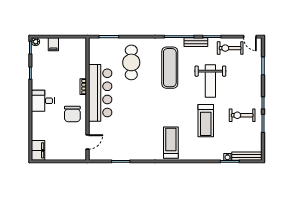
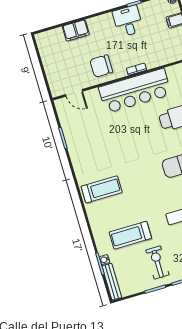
desk: (43, 101) -> (128, 21), moved
treadmill: (206, 121) -> (130, 235), moved
filing cabinet: (38, 150) -> (76, 30), moved

